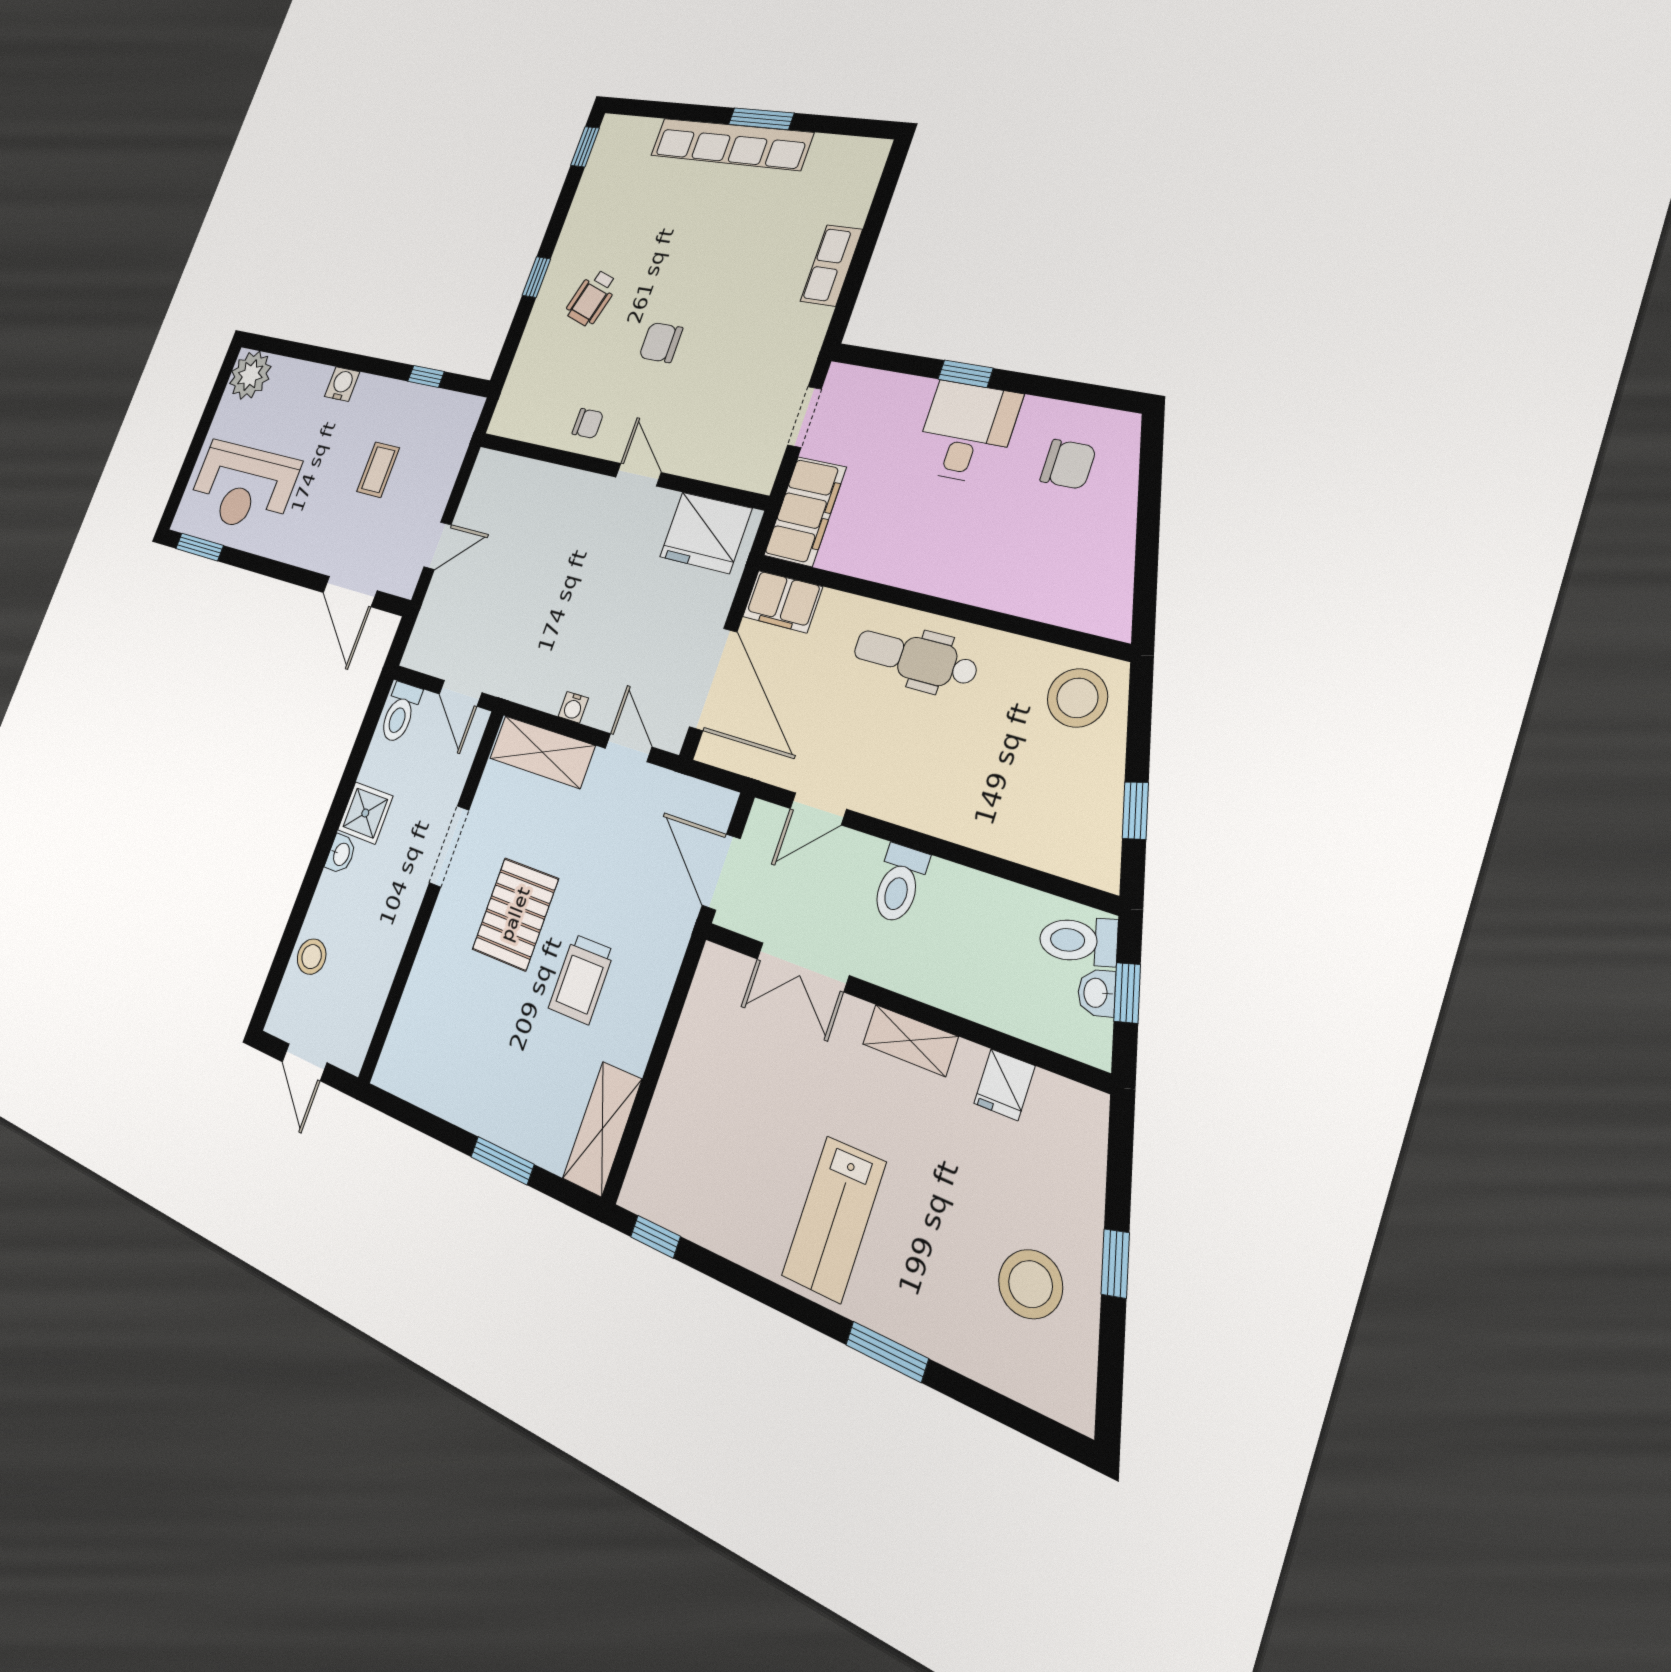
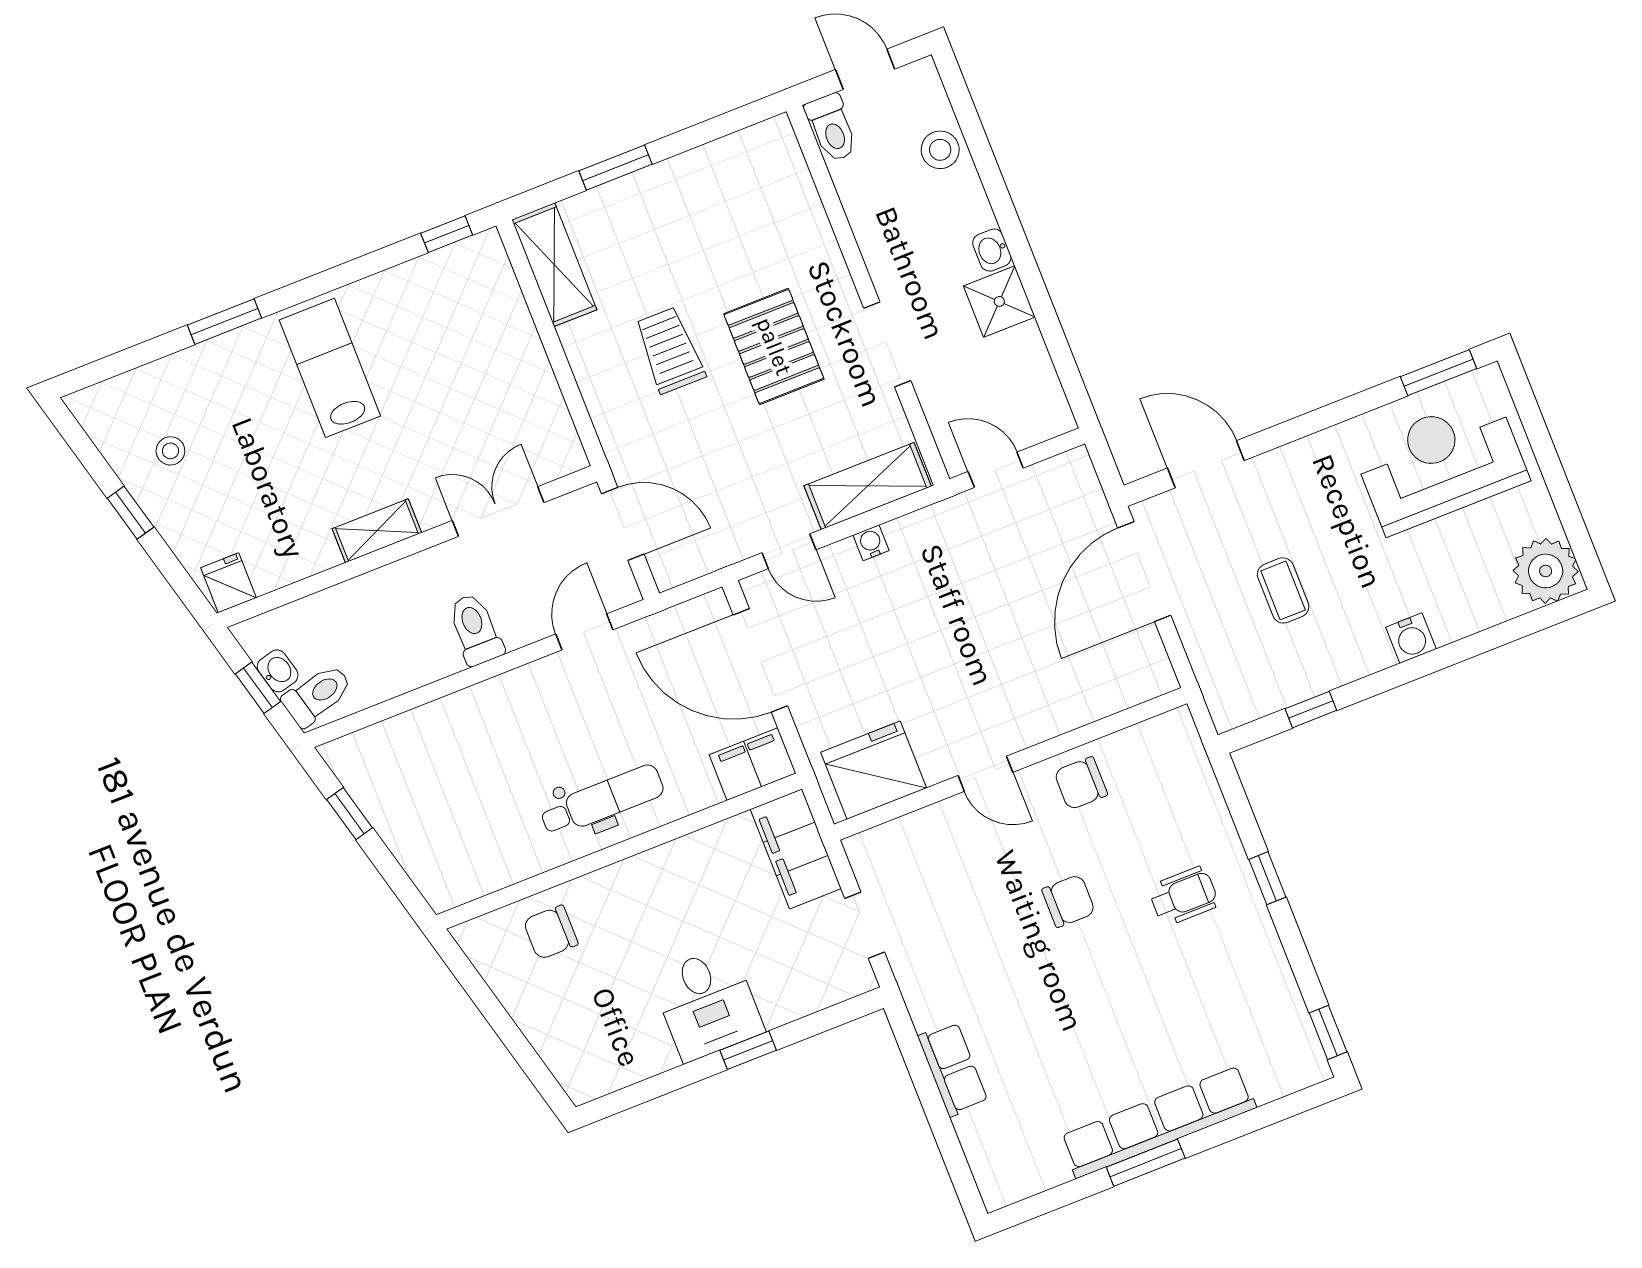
wheelchair: (592, 298) -> (1184, 896), turned 73
chair: (588, 423) -> (1081, 783), width x1.37, depth x1.37
chair: (1068, 464) -> (551, 932), moved
door: (438, 546) -> (1144, 572), width x1.88
stool: (1077, 698) -> (454, 862), removed
toilet: (400, 712) -> (832, 128), moved, turned 180
fridge: (1004, 1085) -> (228, 583), moved
stool: (1030, 1284) -> (170, 451), width x0.53, depth x0.53

